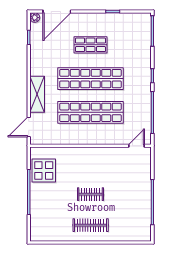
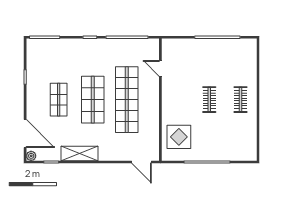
shop shelf: (91, 79) -> (93, 100), width x0.71
shelving: (37, 94) -> (80, 153), moved
door: (137, 146) -> (160, 68), moved
display table: (44, 170) -> (179, 137), moved
clothes rail: (91, 225) -> (240, 100), width x0.73

